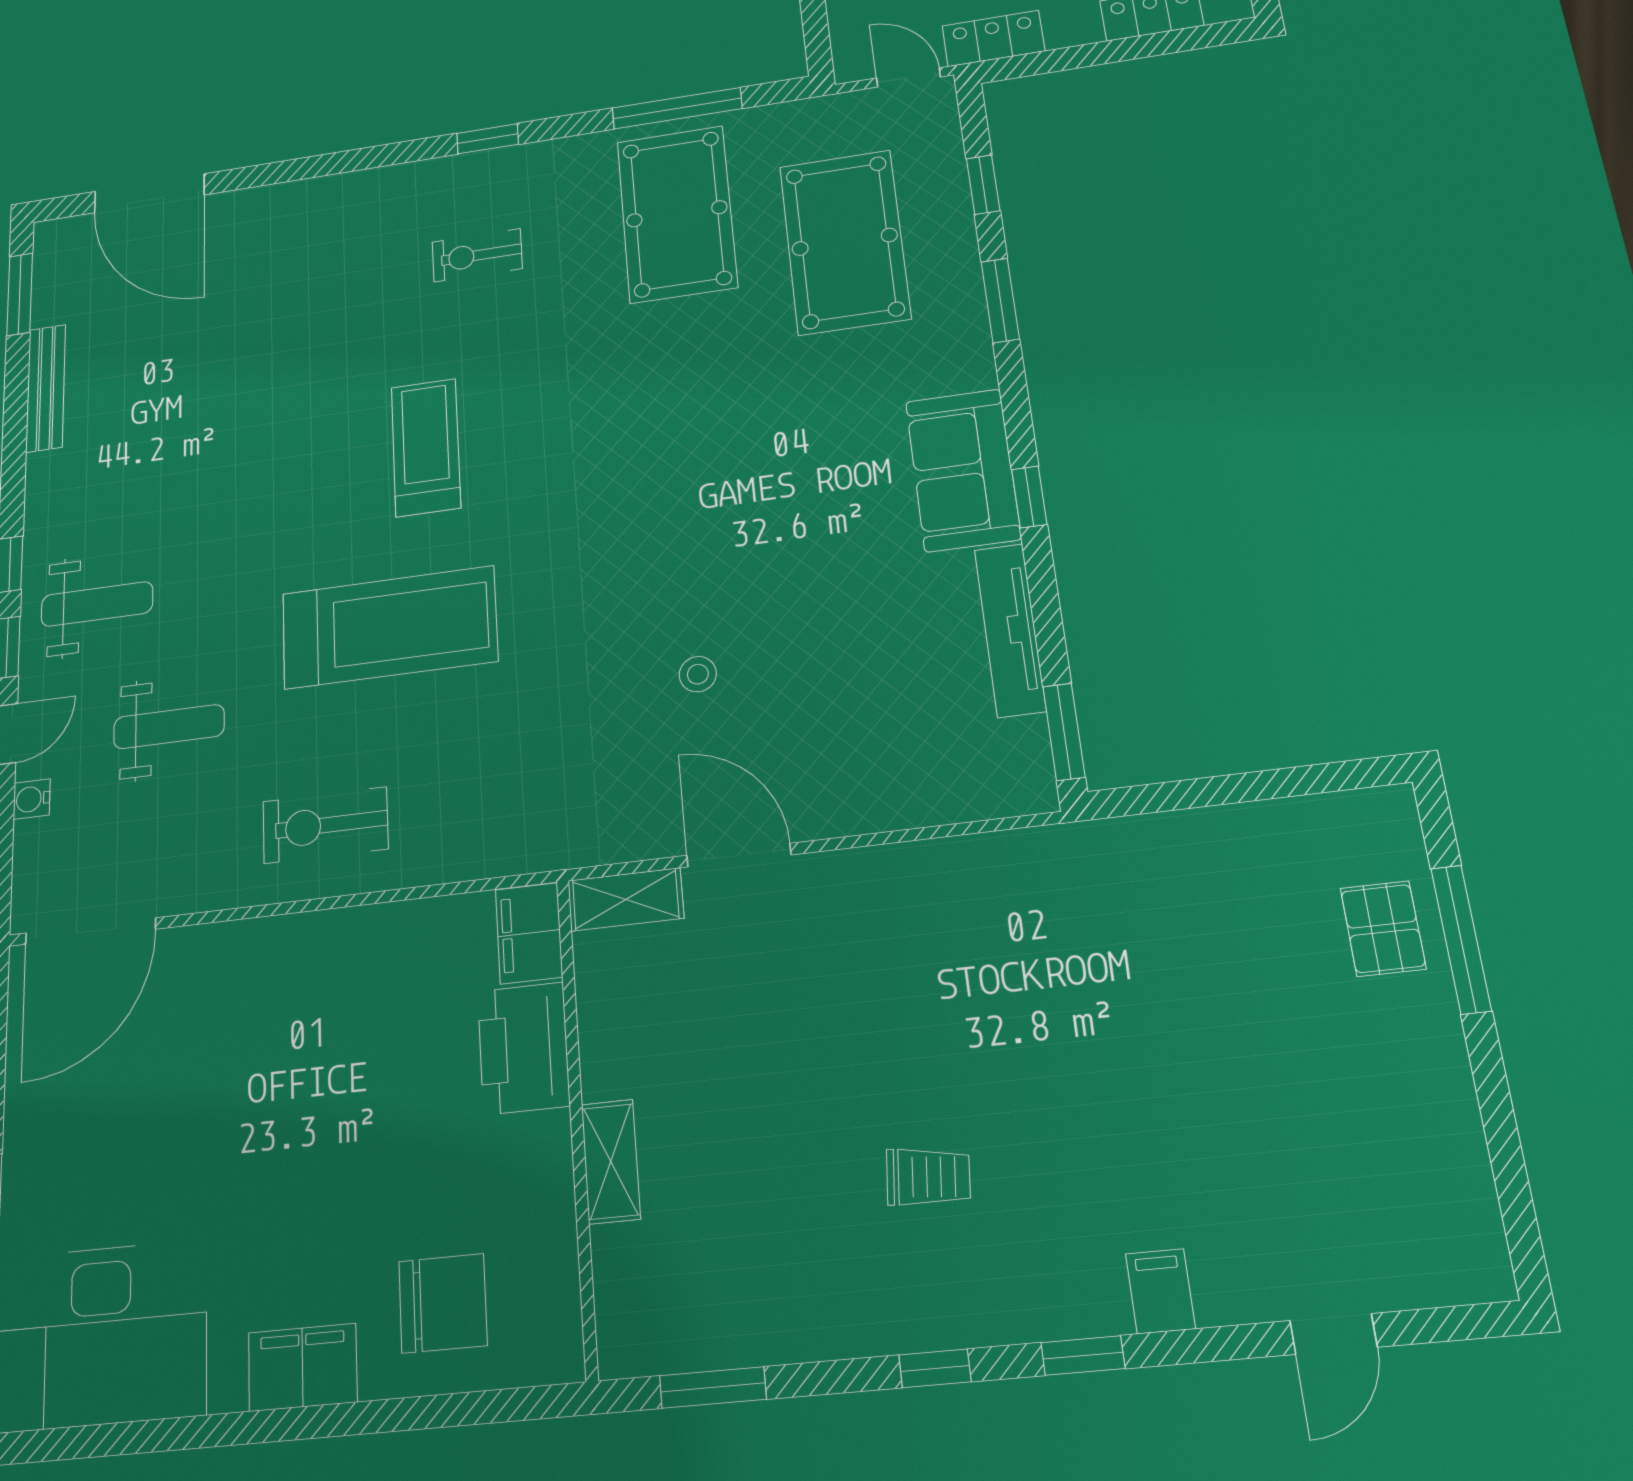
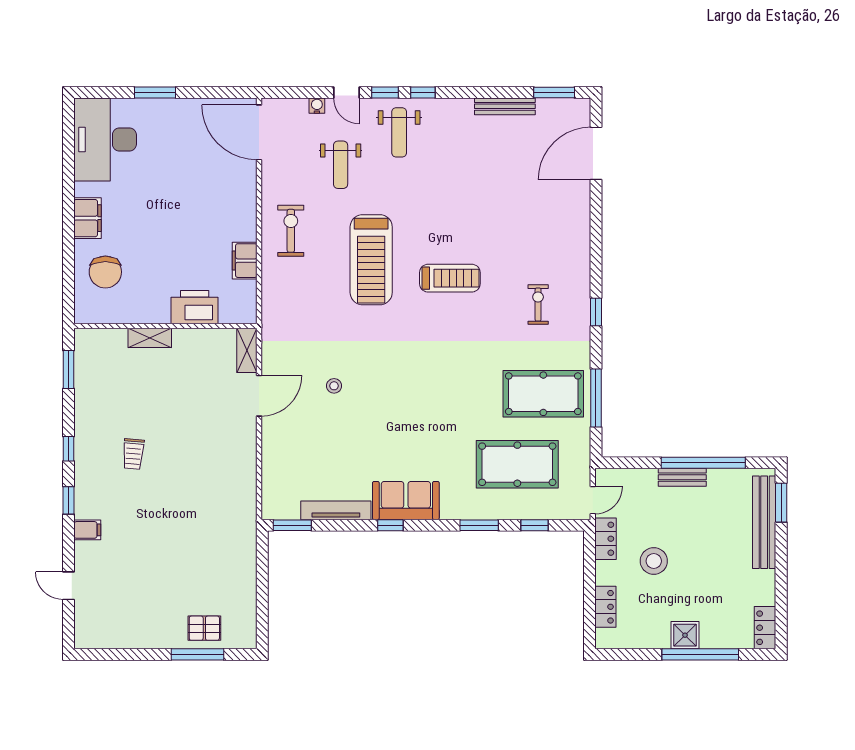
filing cabinet: (529, 933) -> (245, 261), moved, turned -90

